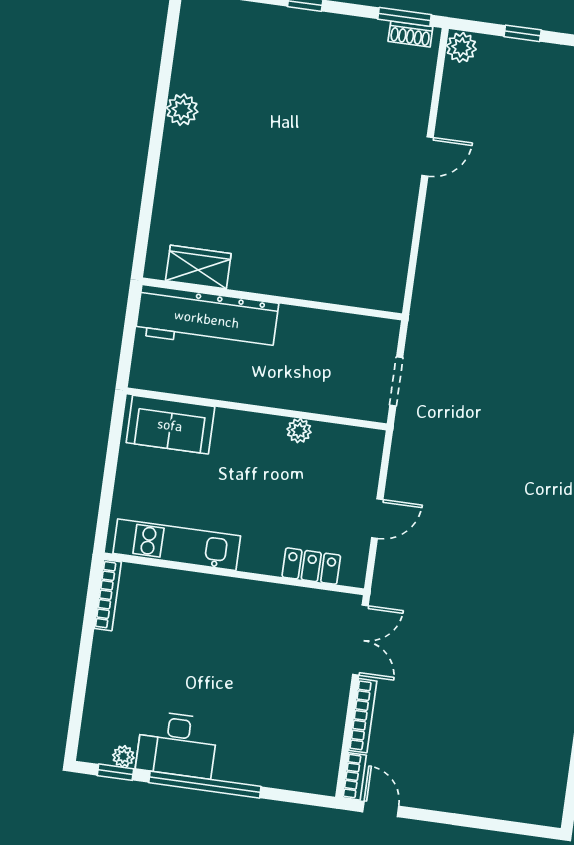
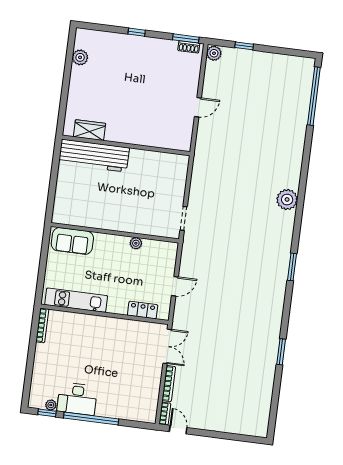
plant: (182, 110) -> (80, 57), moved
wardrobe: (198, 267) -> (89, 130), moved
wall: (272, 299) -> (126, 145), moved
workbench: (207, 319) -> (94, 156), moved

